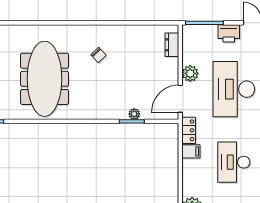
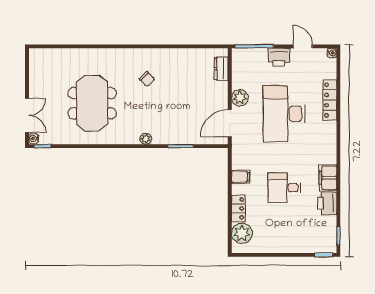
meeting table: (45, 79) -> (92, 103), width x0.73
plant: (134, 114) -> (146, 139), moved
locker: (189, 130) -> (238, 208), moved
desk: (234, 162) -> (284, 188), width x0.73

